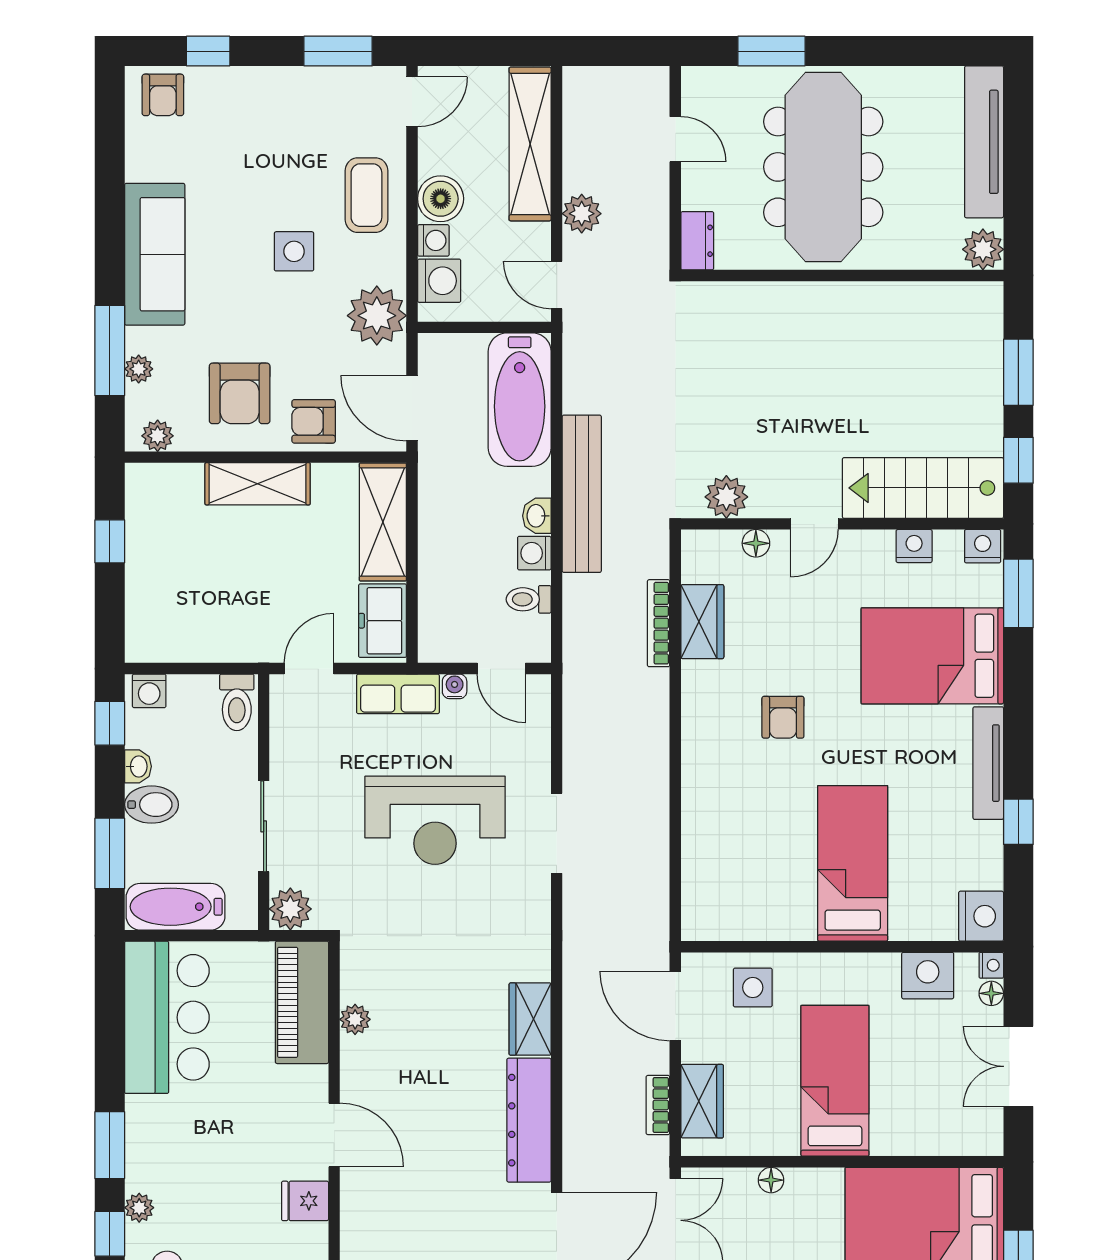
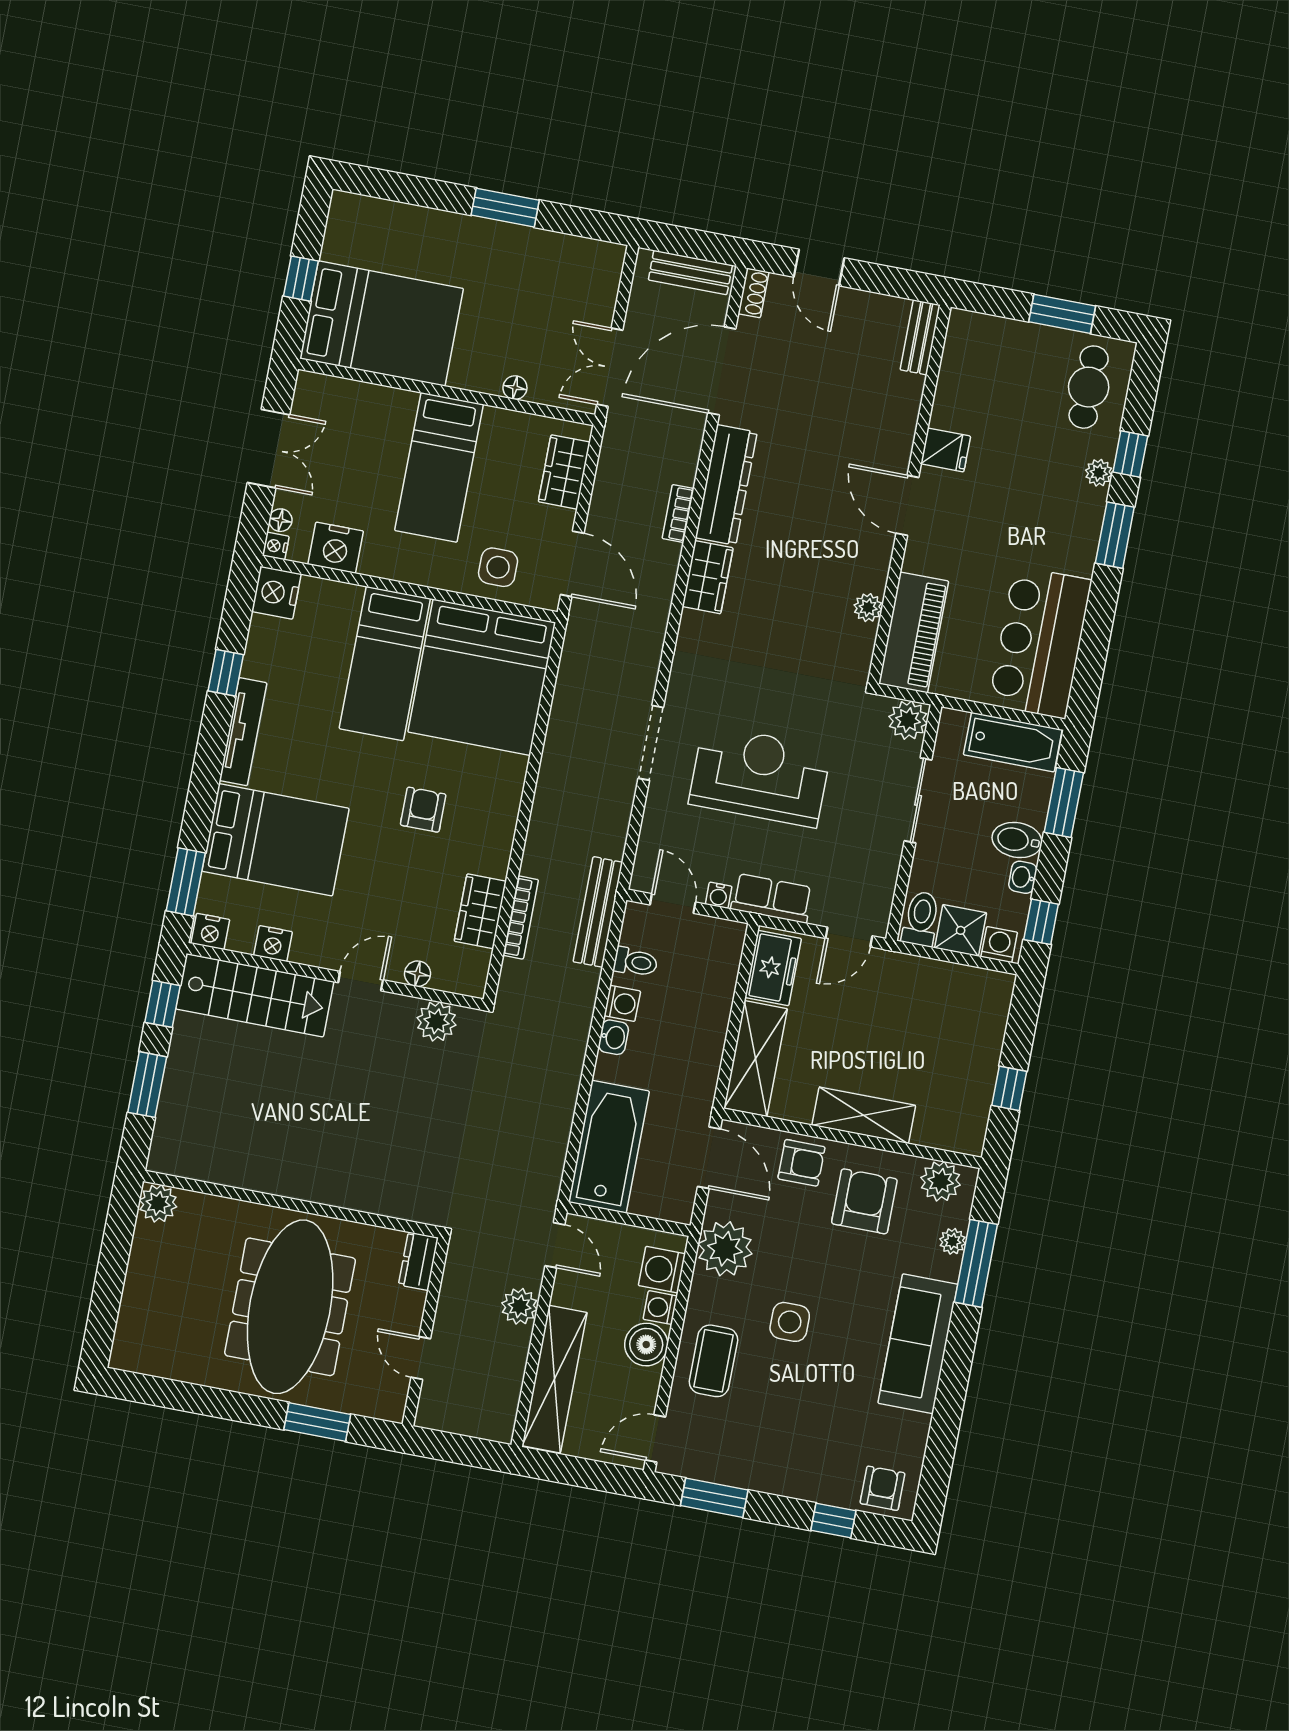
tv unit: (984, 142) -> (138, 1302), removed
plant: (158, 436) -> (941, 1181), width x1.38, depth x1.38
bench: (582, 494) -> (598, 912), moved, width x0.73, depth x0.82
shower: (193, 698) -> (961, 930), added
bed: (748, 868) -> (482, 677), added
bookcase: (658, 1105) -> (678, 514), moved, turned 180

